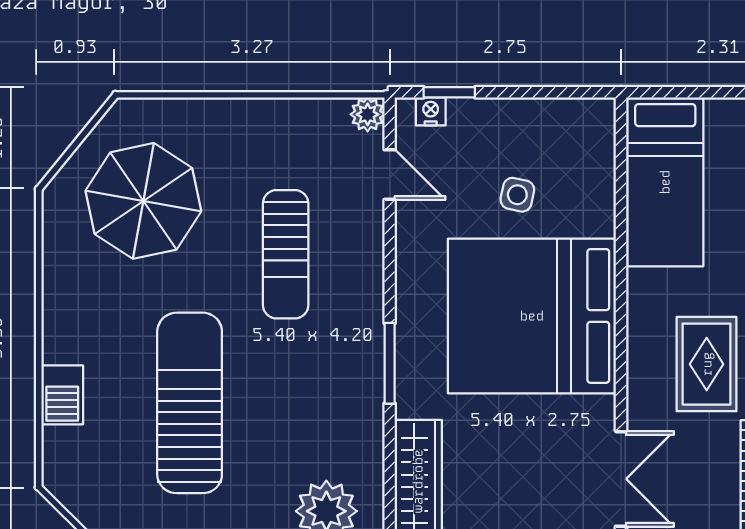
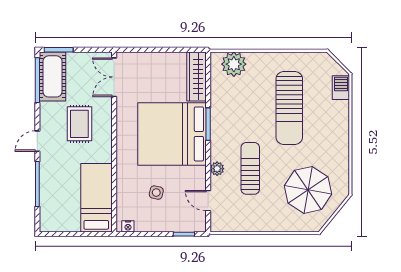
nightstand: (431, 111) -> (128, 226), moved
plant: (368, 114) -> (217, 169), moved
bed: (532, 316) -> (172, 134), moved, turned 180
barbecue: (62, 395) -> (341, 88), moved

